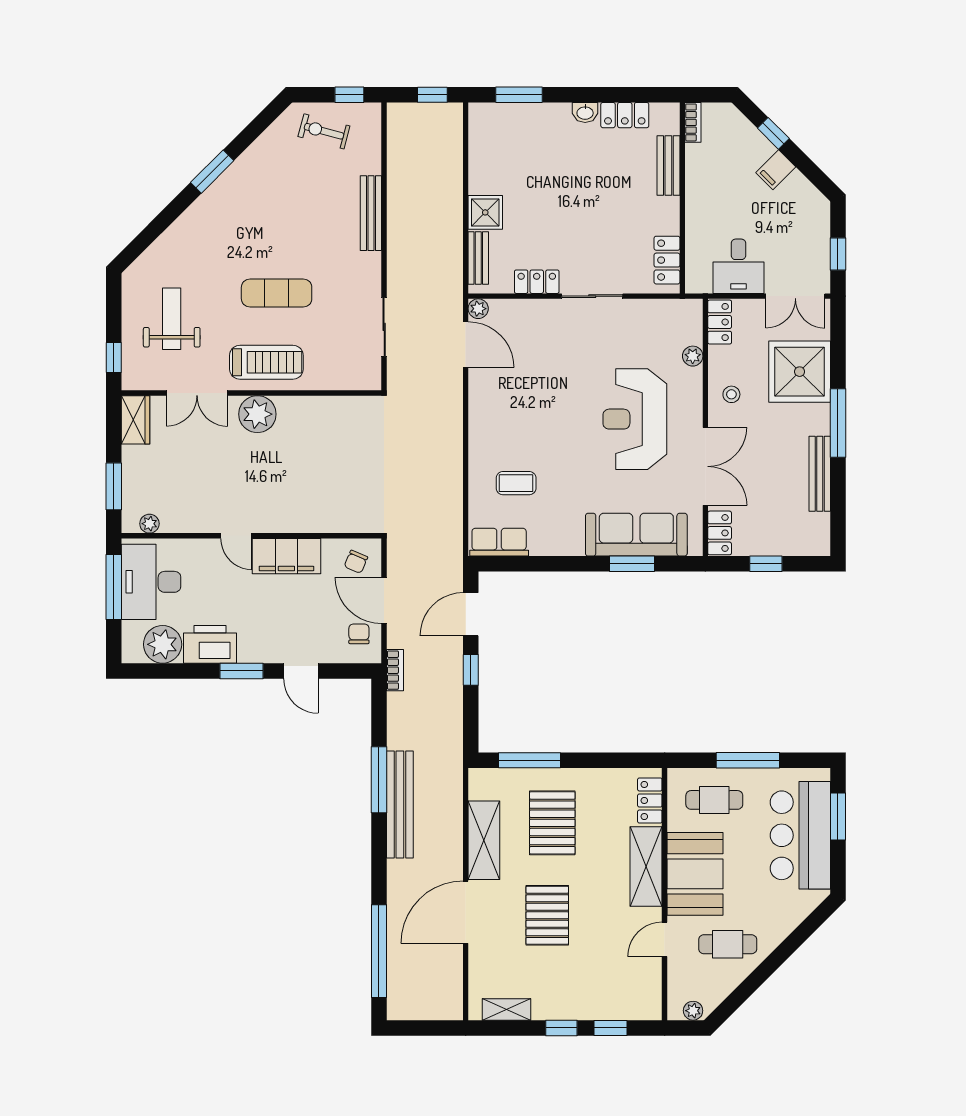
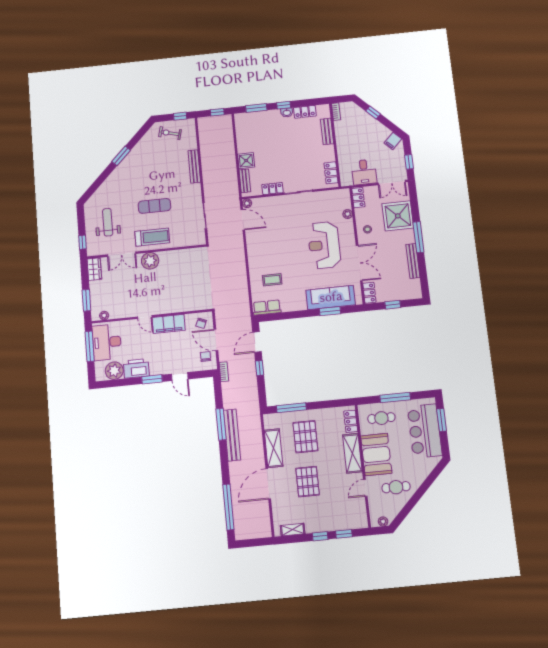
window: (580, 95) -> (284, 105), added
filing cabinet: (776, 170) -> (393, 141), moved

